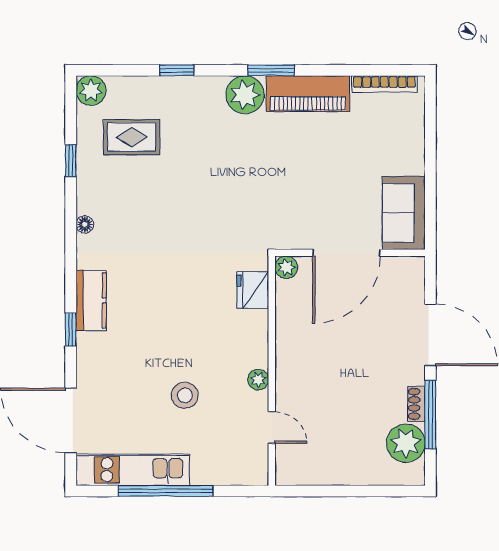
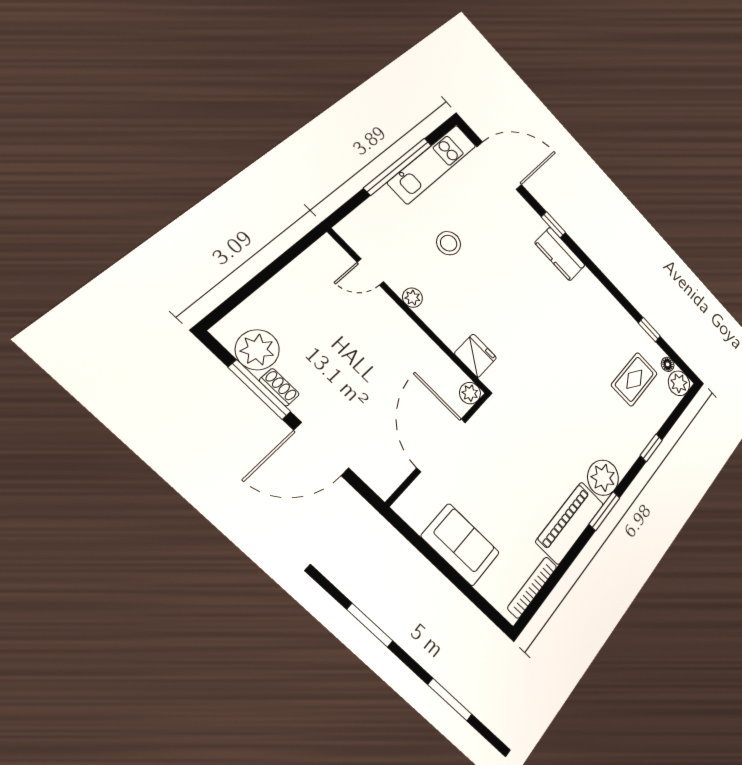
sofa: (404, 213) -> (461, 545), moved
floor lamp: (85, 224) -> (668, 364), moved

